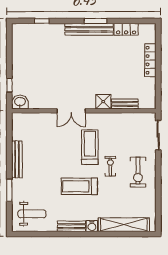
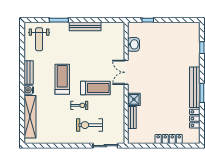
washbasin: (20, 102) -> (133, 44), moved
exercise bike: (138, 172) -> (89, 125), moved

